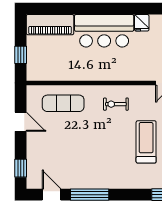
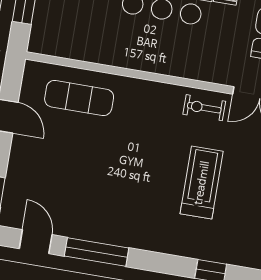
exercise bike: (116, 104) -> (204, 108), moved

